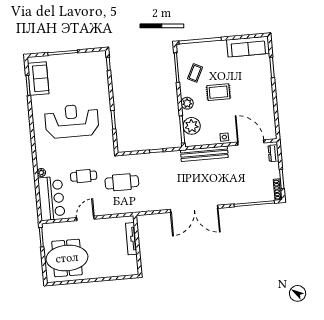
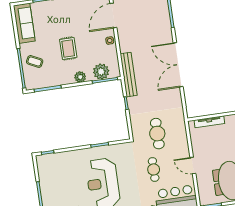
coffee table: (195, 73) -> (35, 61), moved
bench: (204, 154) -> (129, 75), moved
double door: (194, 209) -> (178, 65), swing flipped

